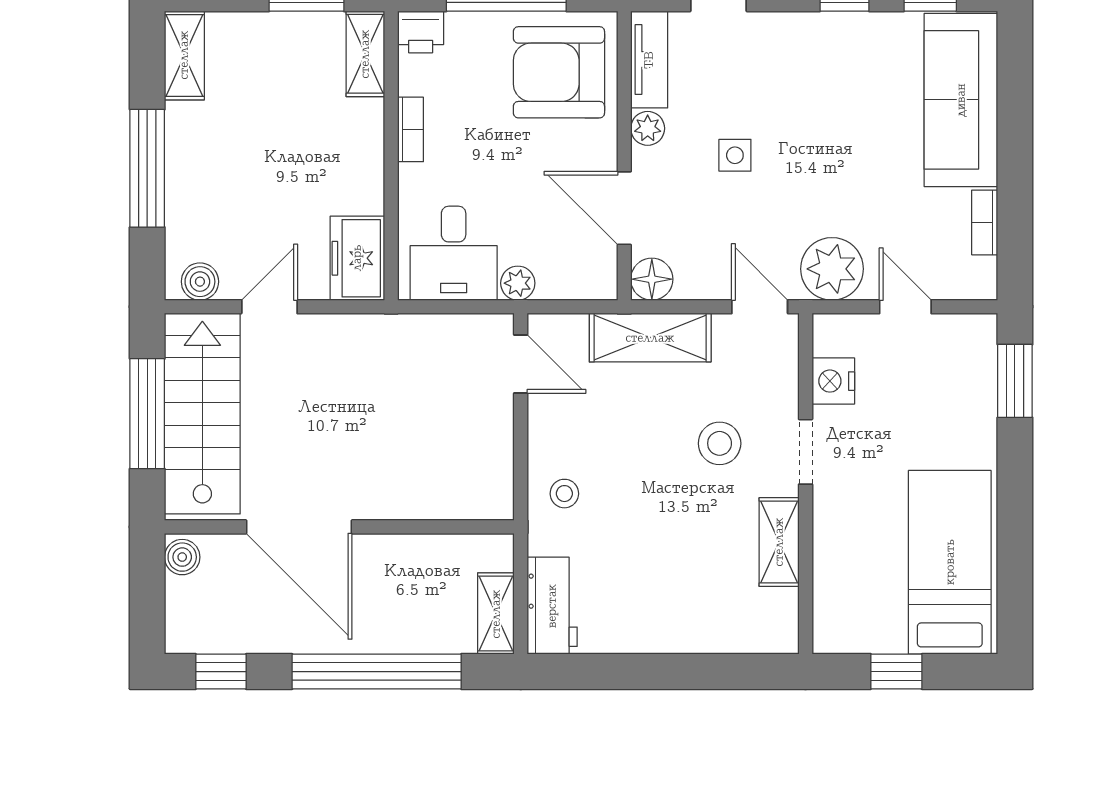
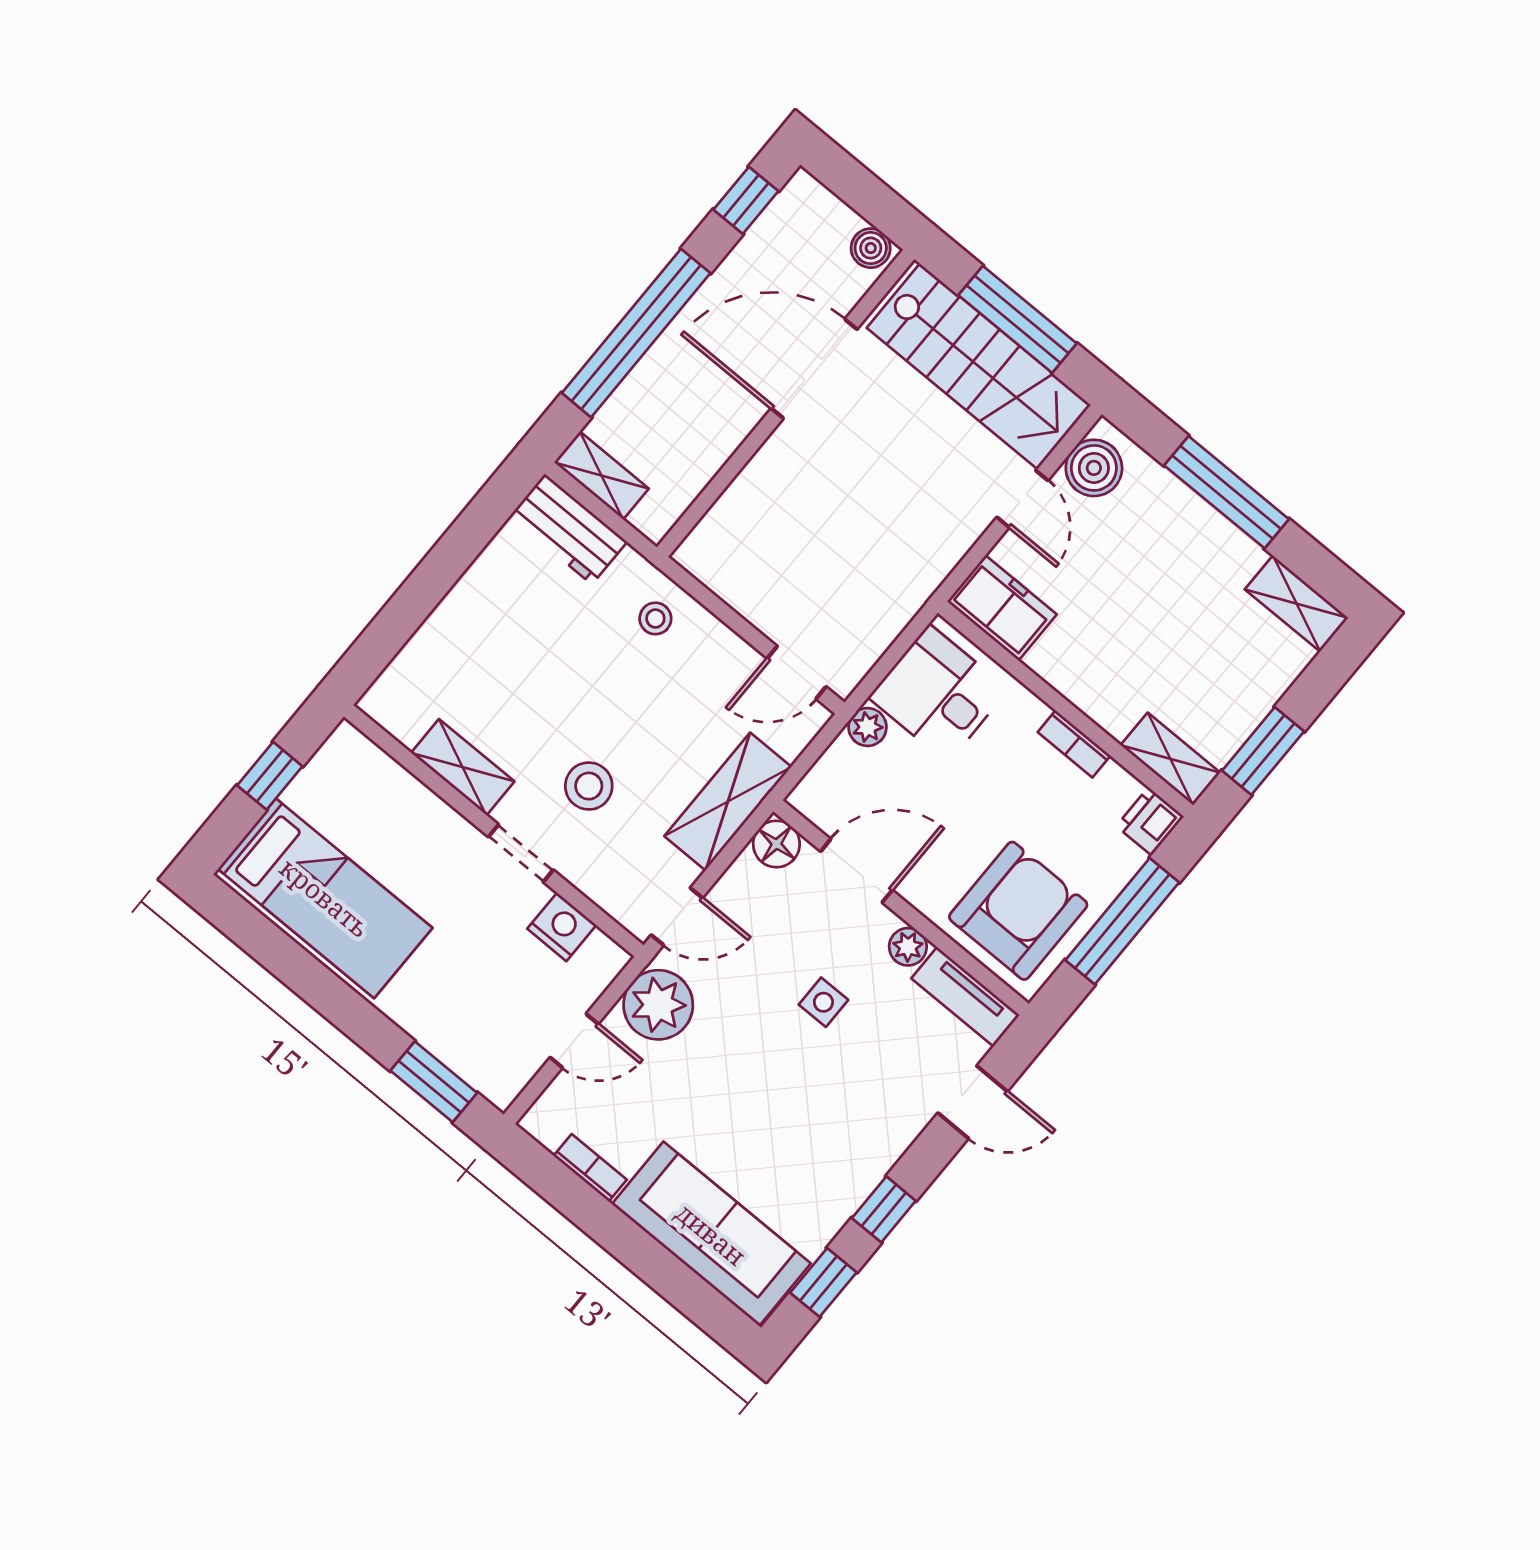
boiler: (200, 282) -> (1094, 468), width x1.36, depth x1.36

